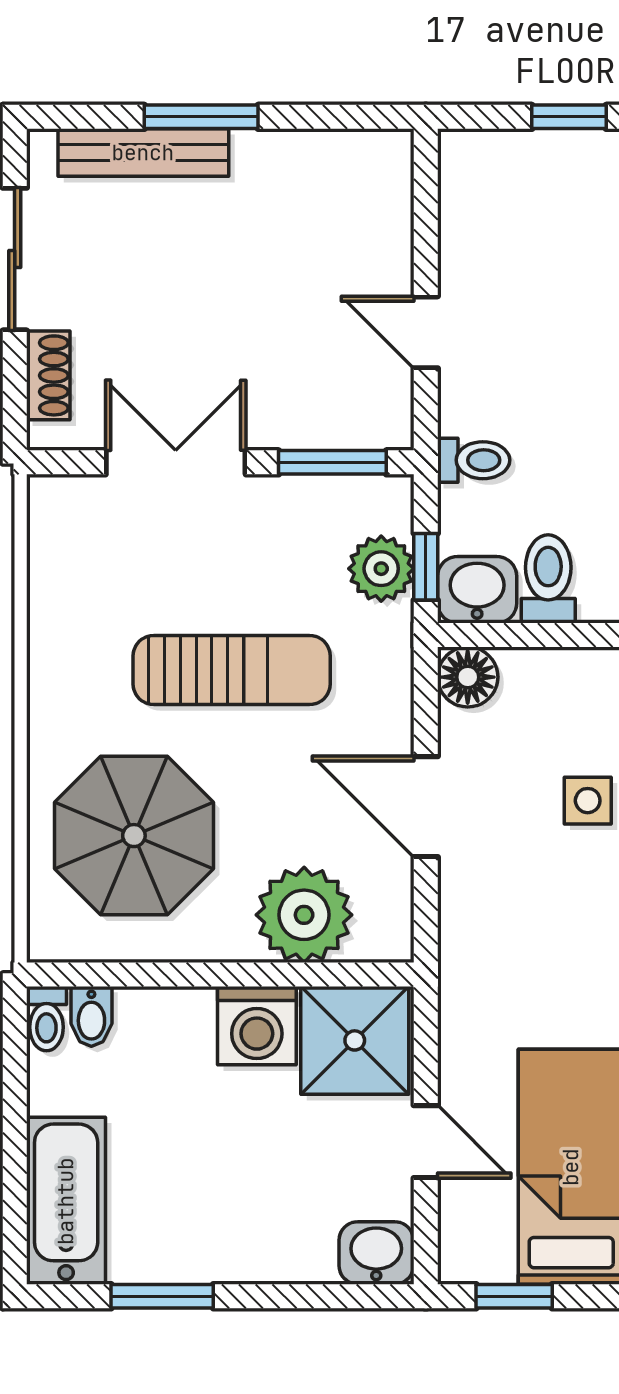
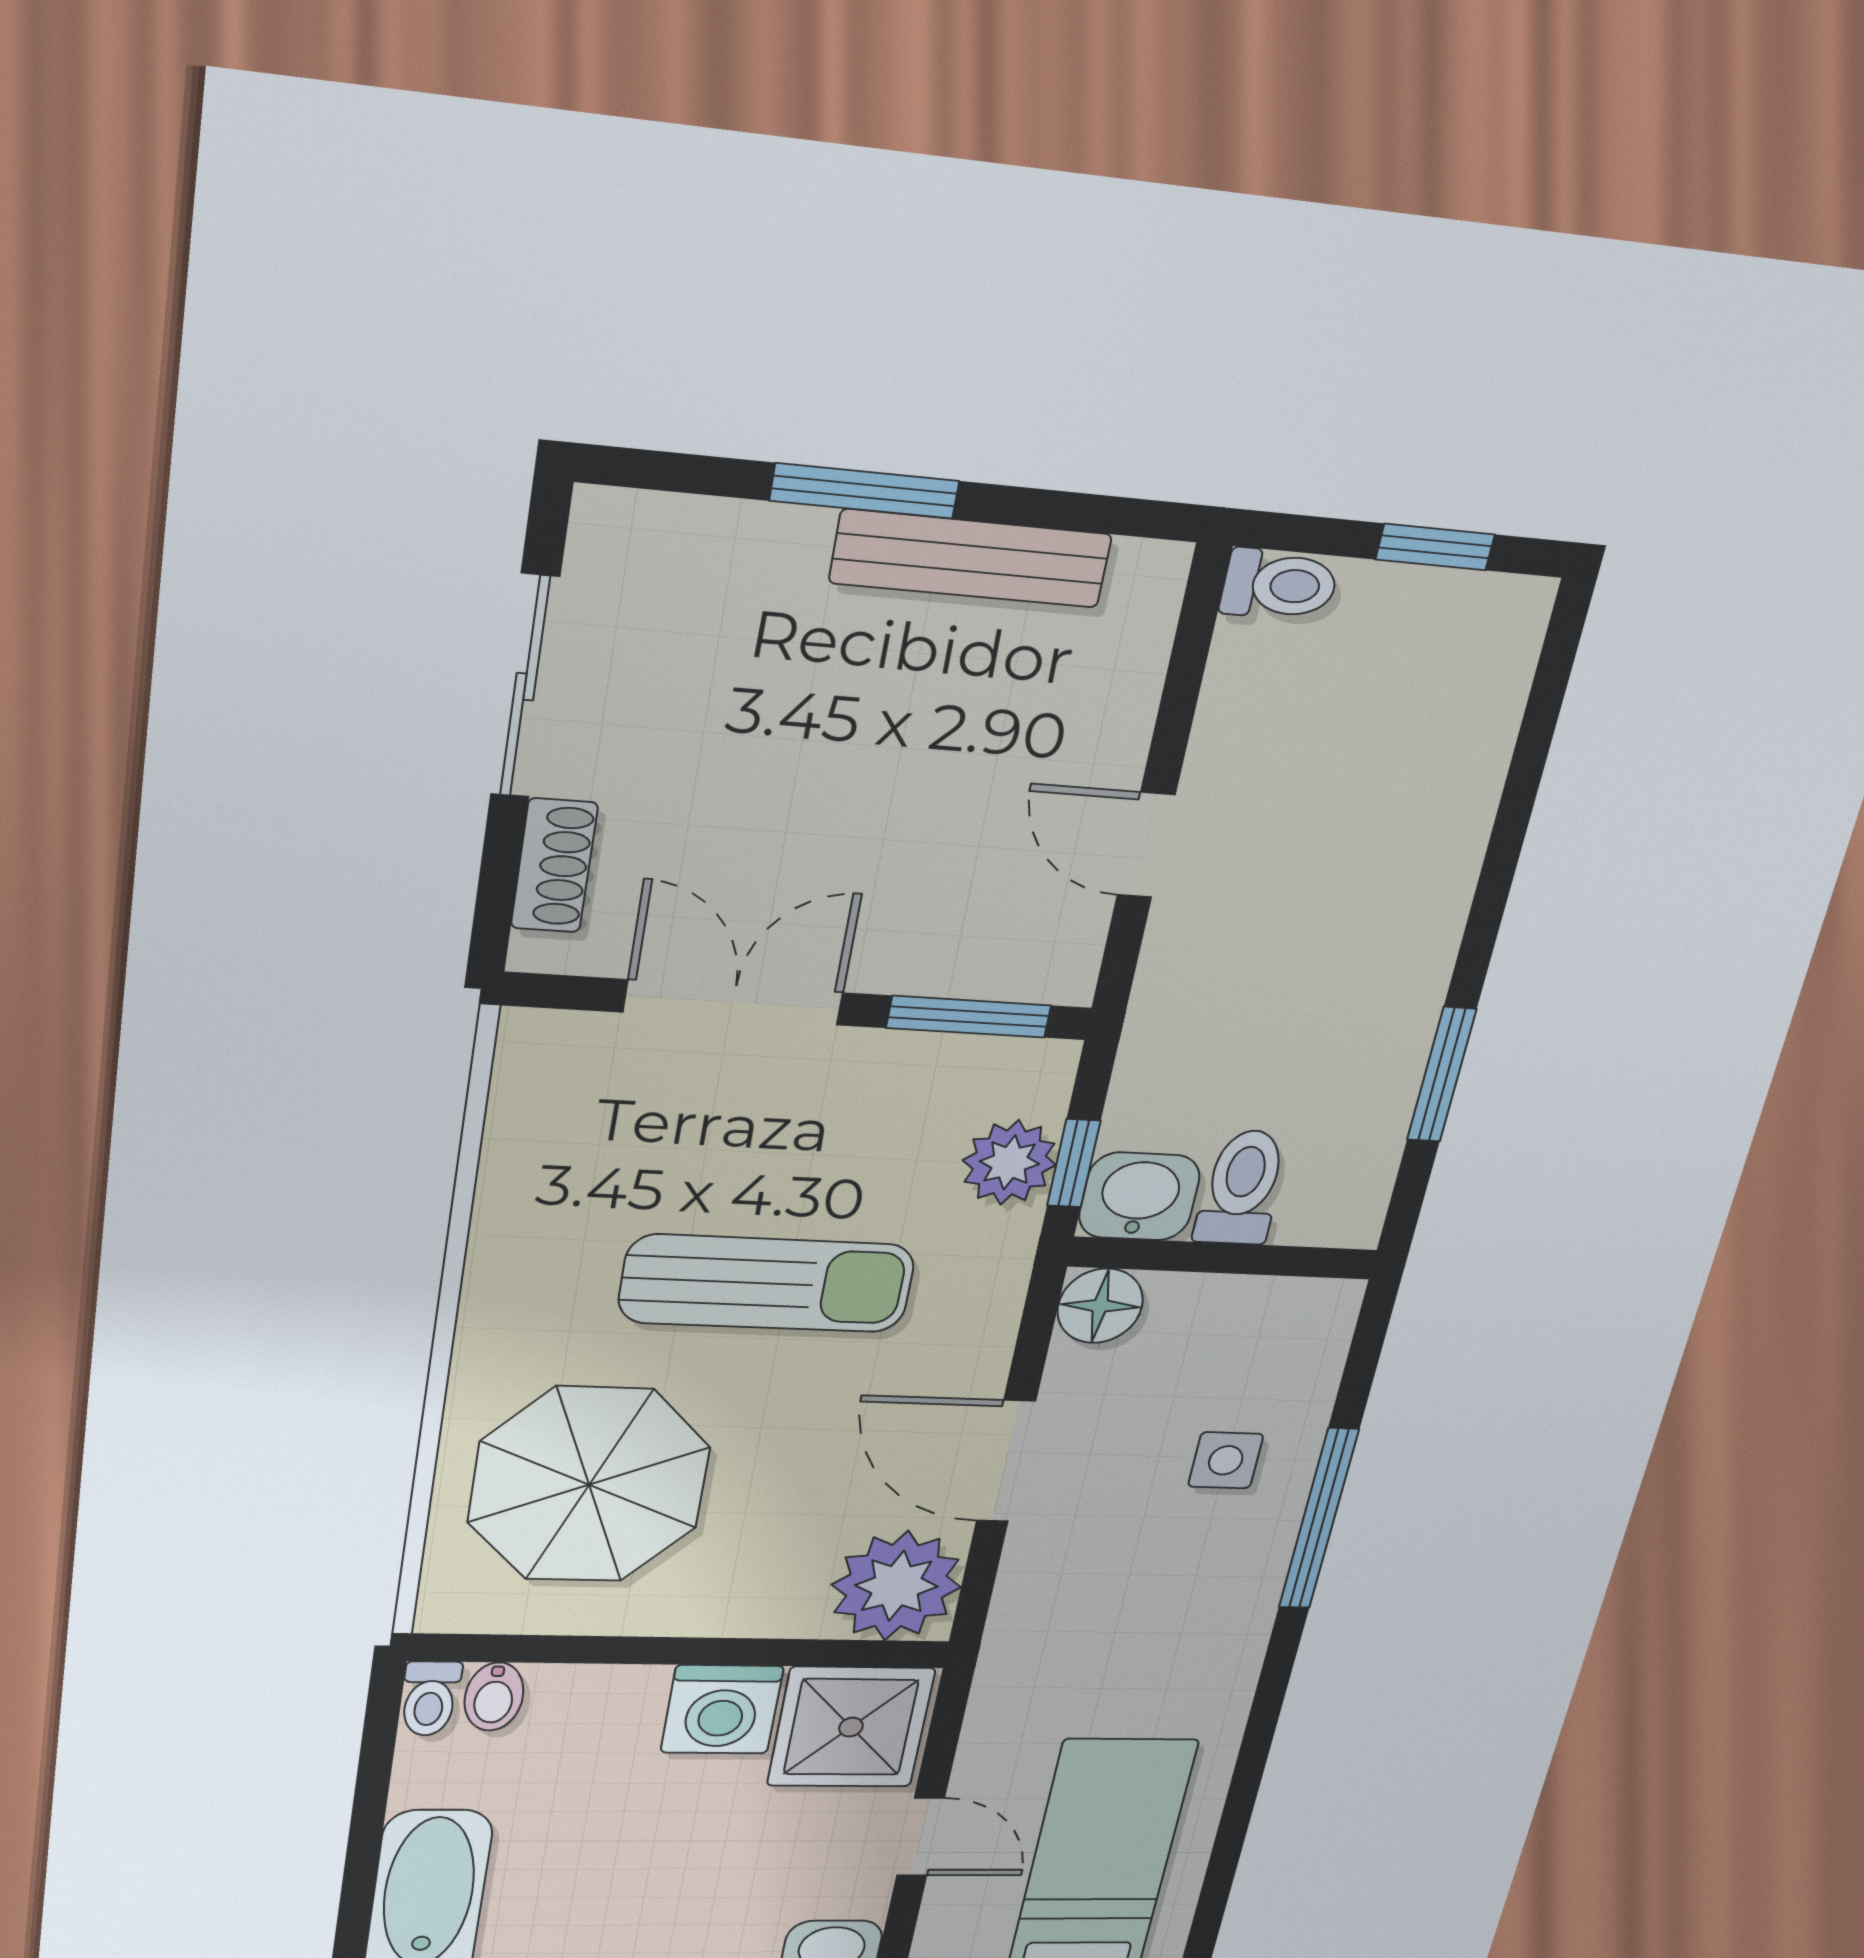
bench: (143, 153) -> (971, 559), moved
toilet: (474, 460) -> (1280, 585), moved
plant: (304, 915) -> (896, 1586), moved

